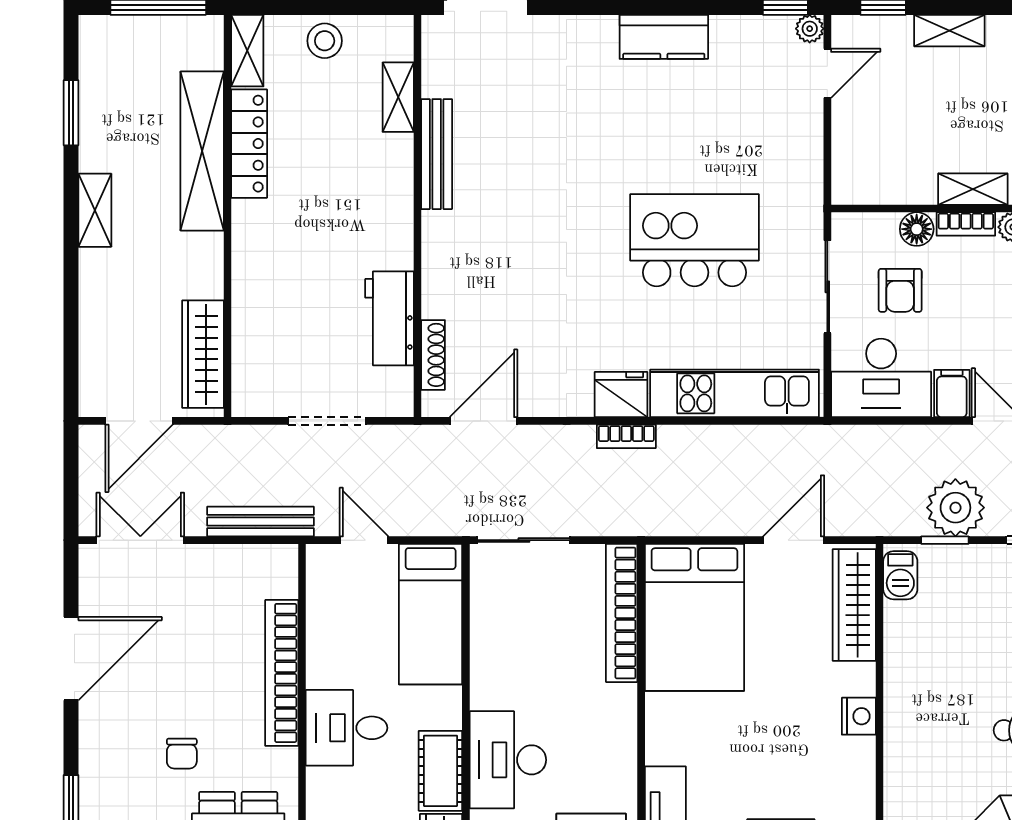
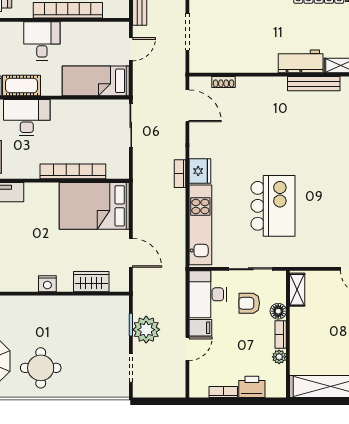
shelving: (973, 189) -> (297, 290), moved
workbench: (390, 318) -> (301, 61), moved
shoe rack: (433, 355) -> (224, 82), width x0.70
barbecue: (900, 575) -> (114, 303), removed
wardrobe: (854, 605) -> (91, 282), width x0.67
bookcase: (622, 613) -> (73, 171), moved

